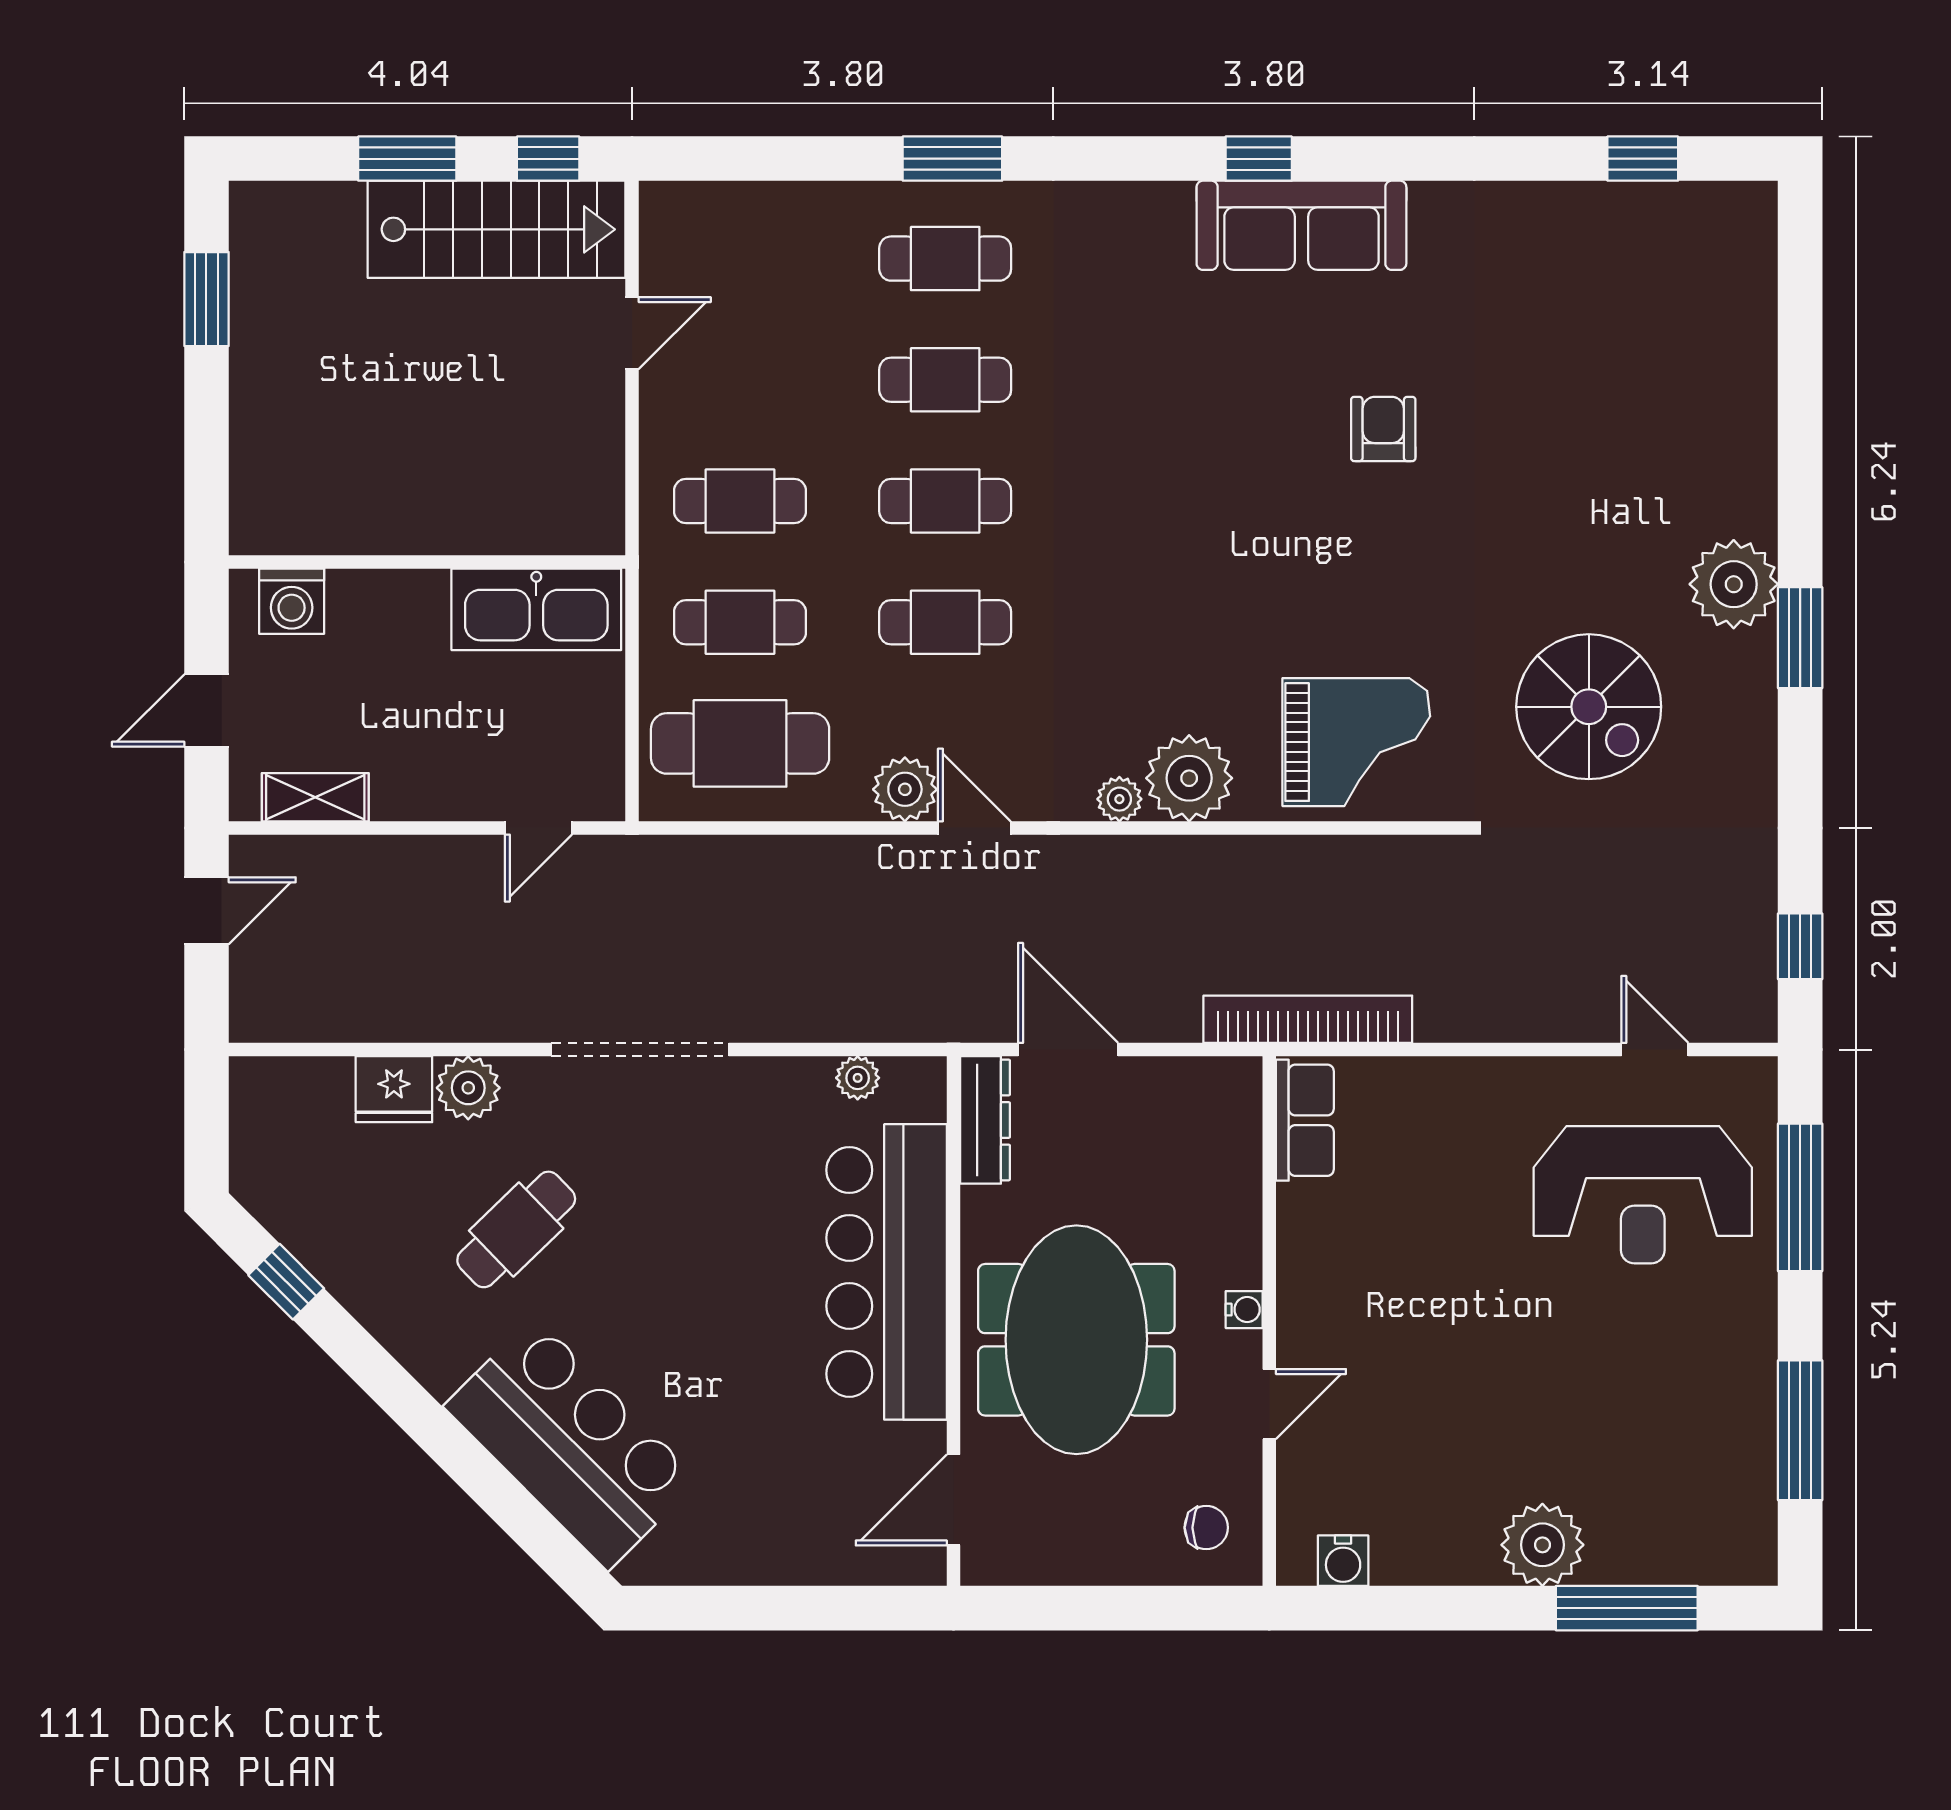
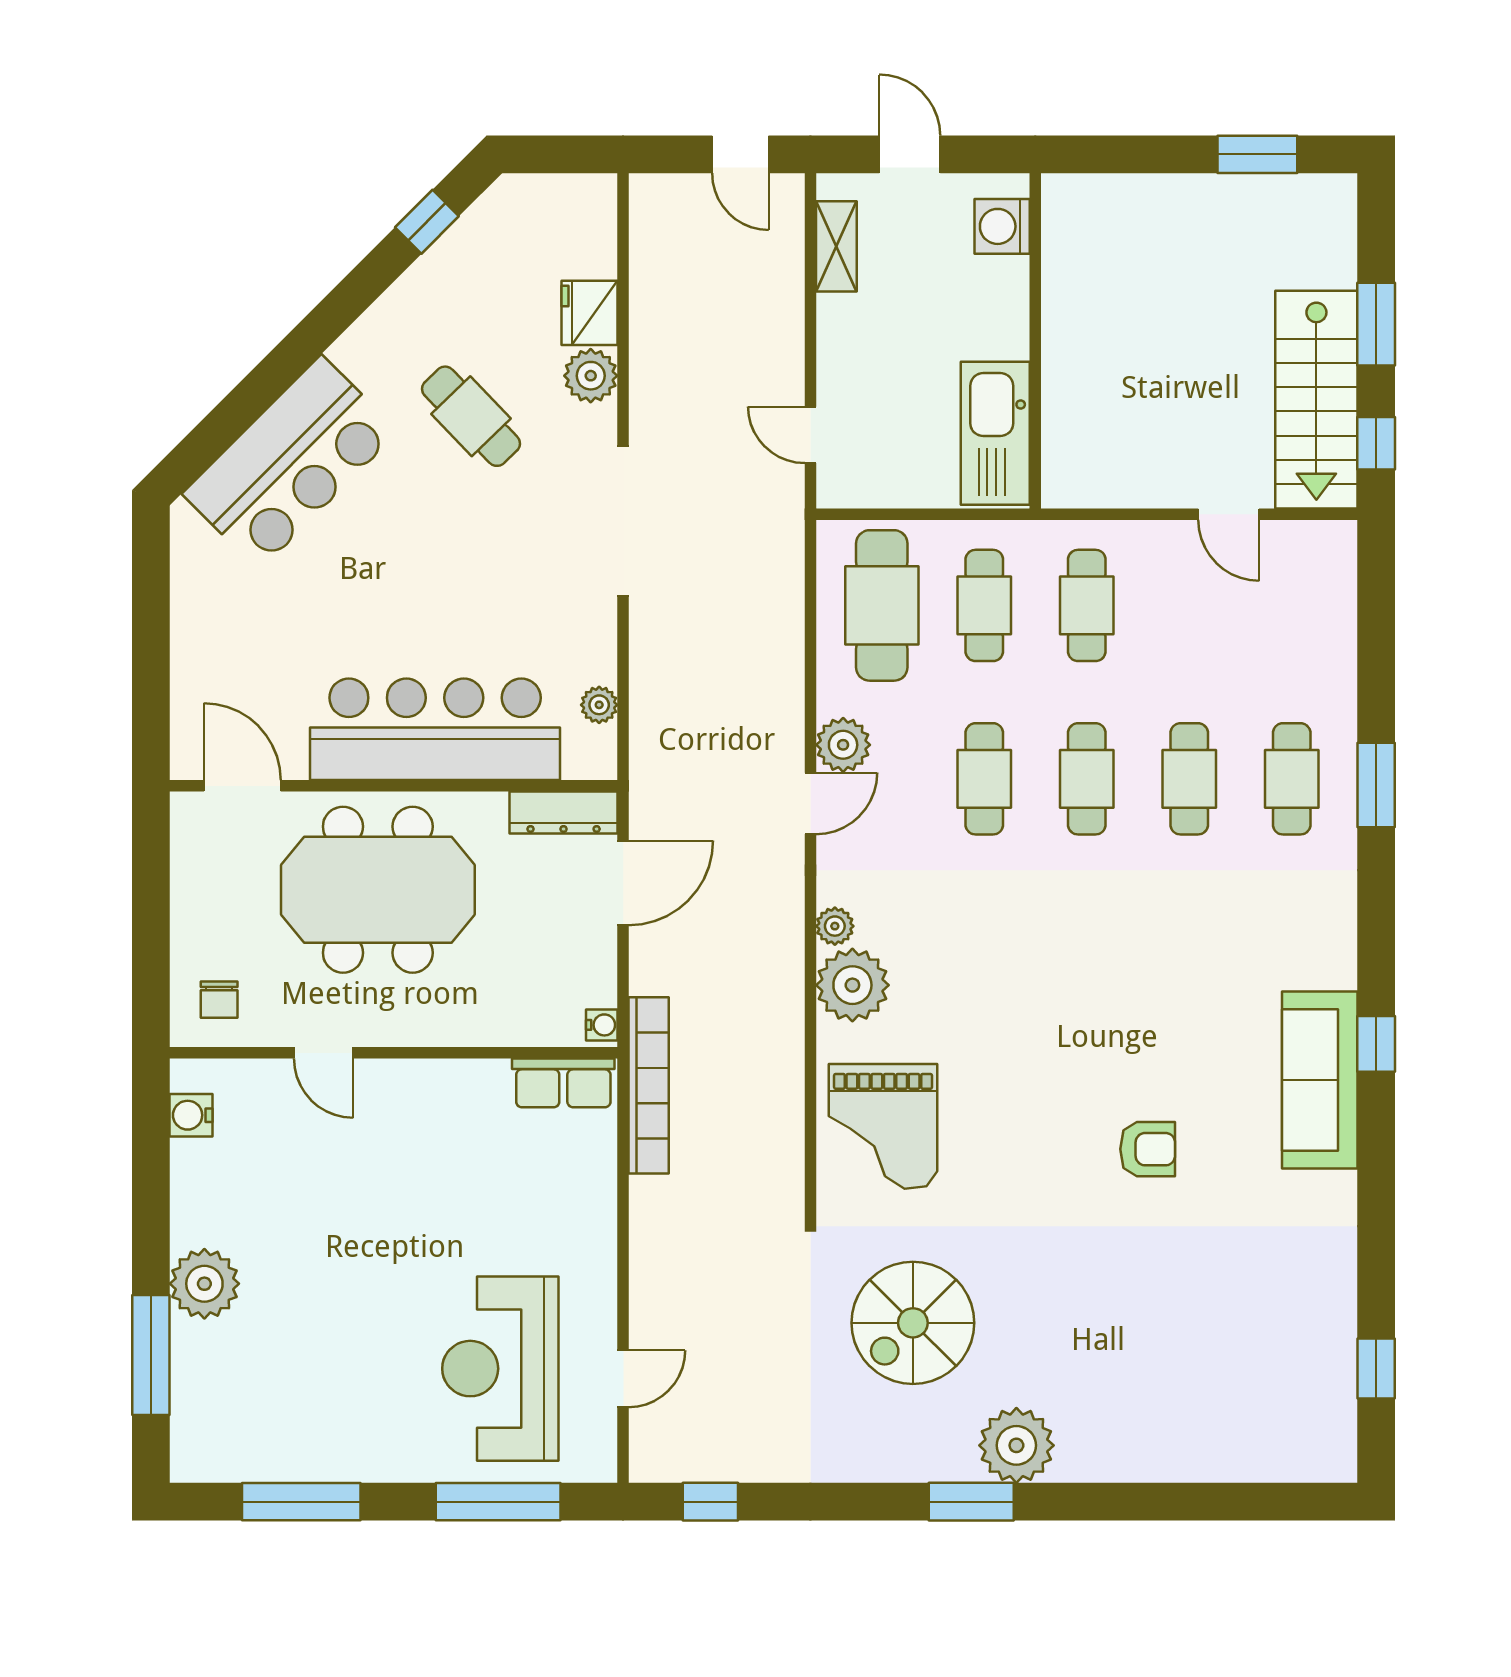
water cooler: (1244, 1310) -> (602, 1025), moved, turned -90

